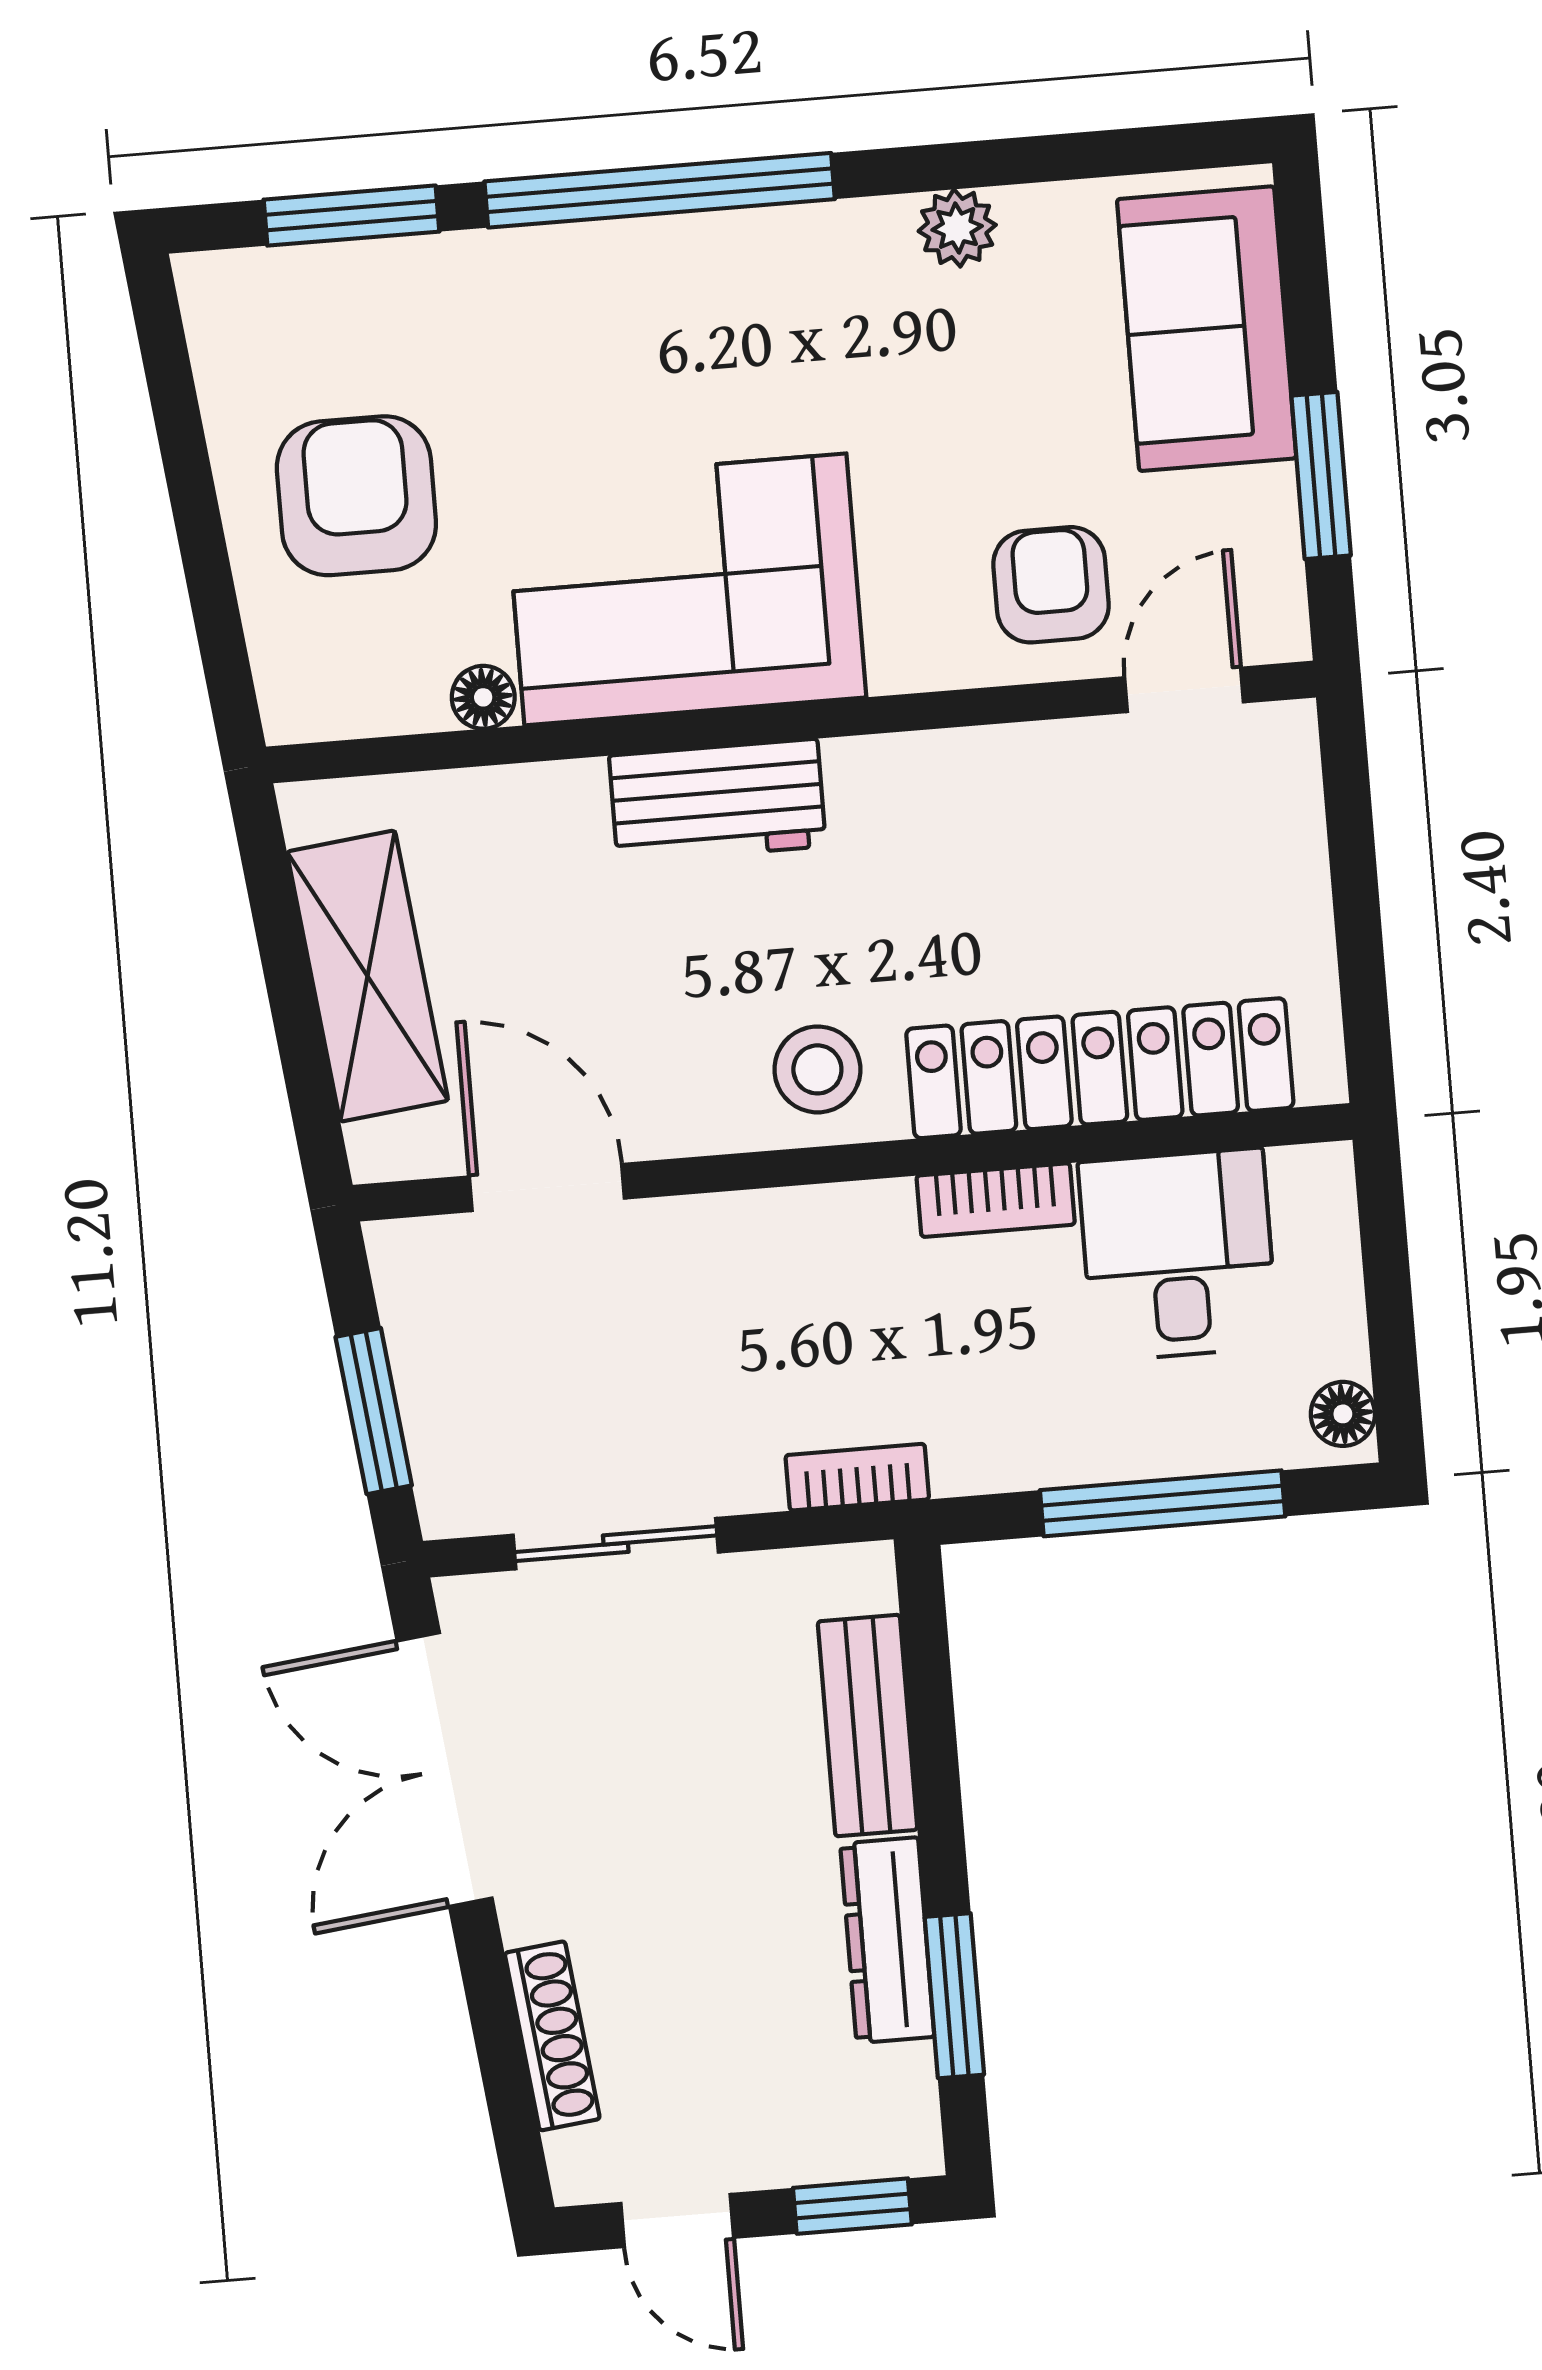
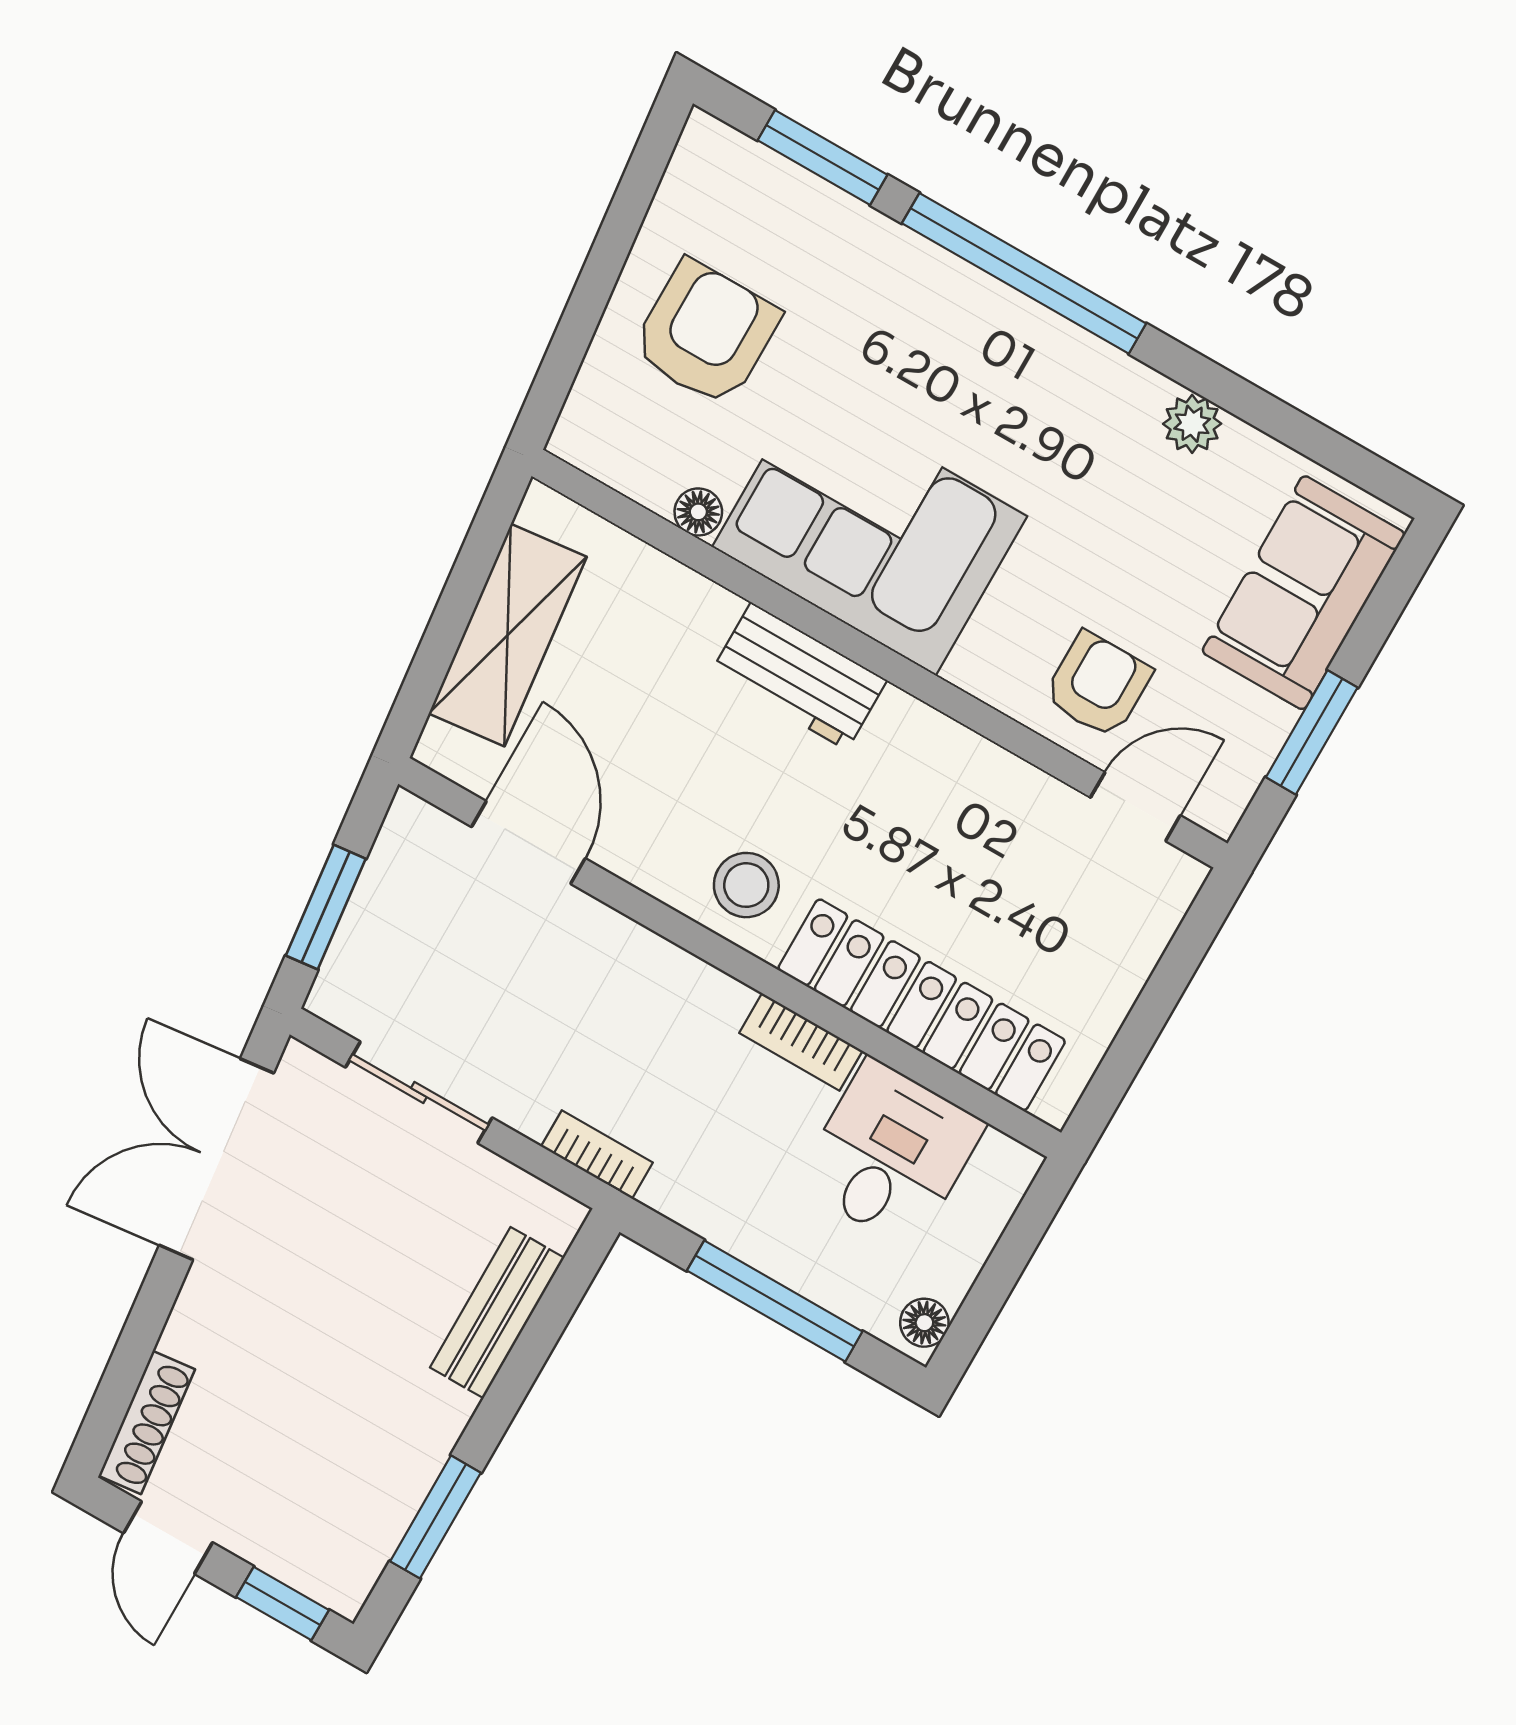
dresser: (887, 1940) -> (418, 1454), removed
shoe rack: (552, 2036) -> (147, 1422), moved

